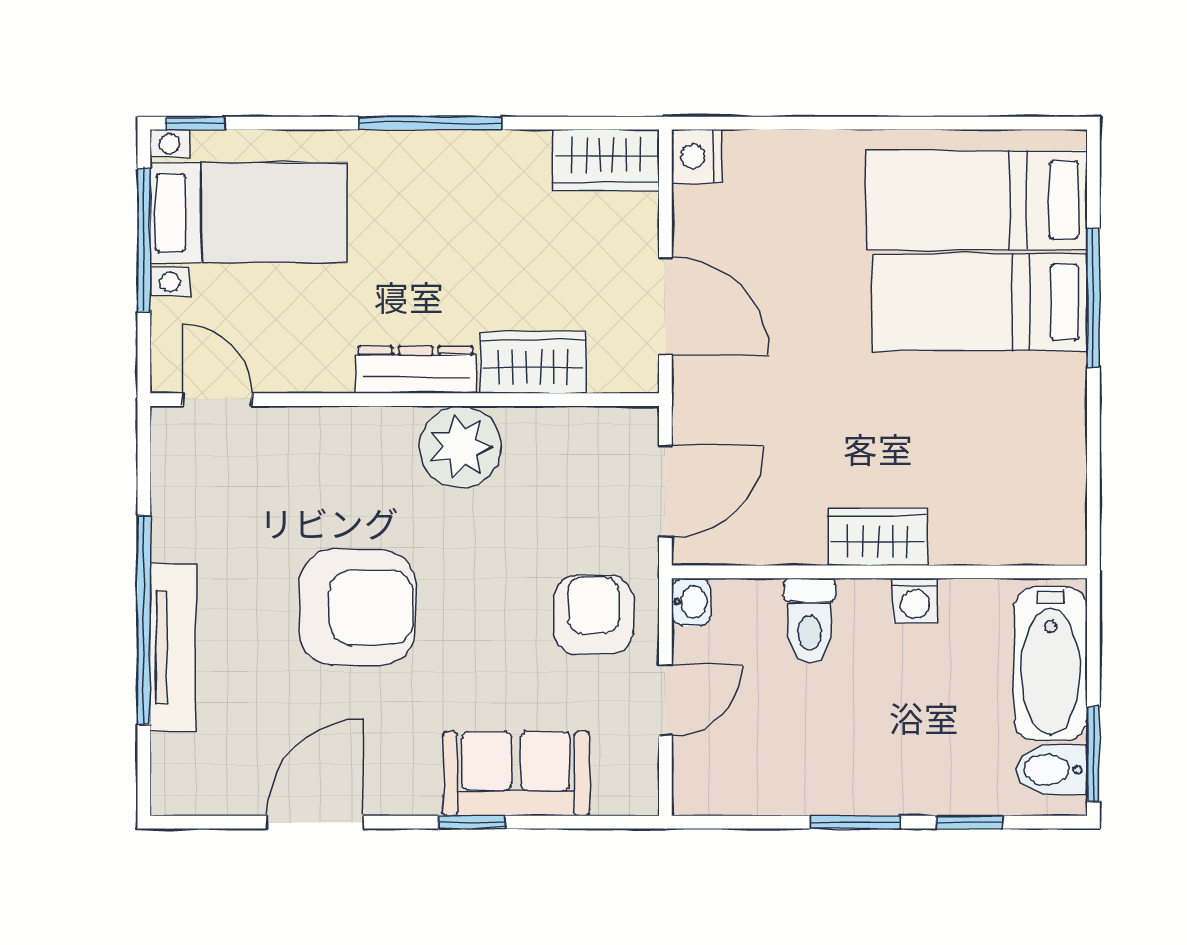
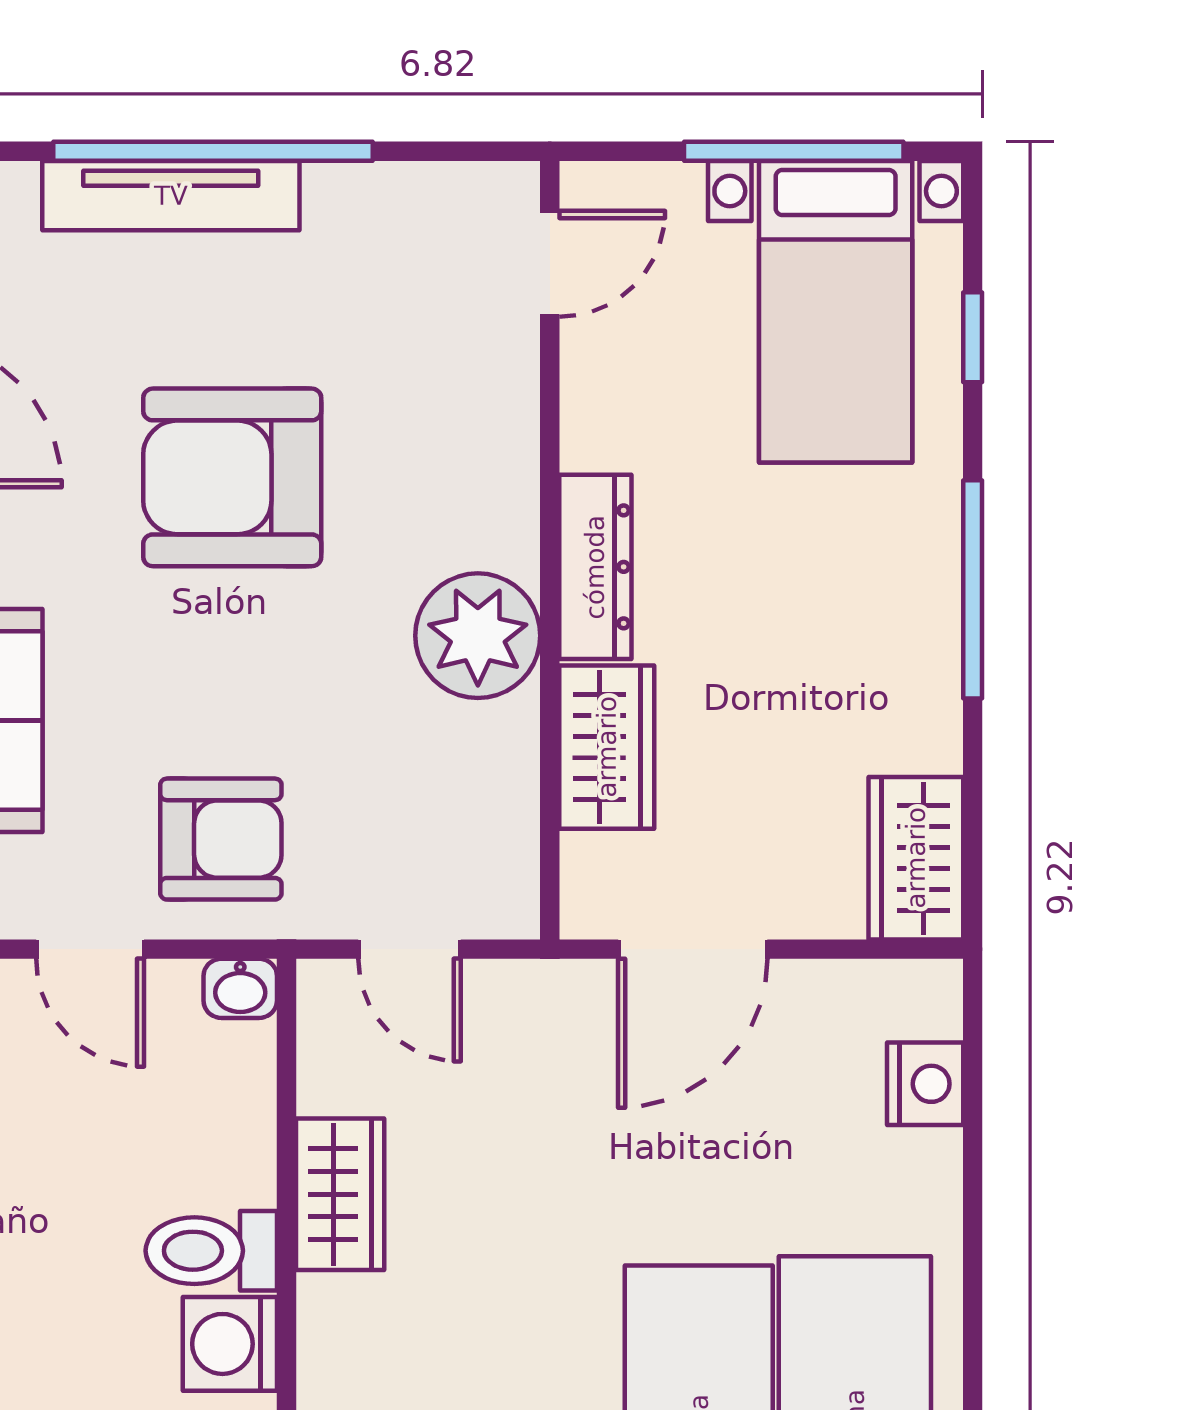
window: (195, 123) -> (973, 337), moved
nightstand: (697, 156) -> (925, 1084), moved, turned 90
door: (665, 491) -> (410, 949), width x0.73
wardrobe: (878, 537) -> (340, 1194), moved
washing machine: (915, 600) -> (230, 1344), width x1.38, depth x1.38
armchair: (357, 607) -> (232, 477), turned 90
toilet: (810, 621) -> (211, 1251), moved

